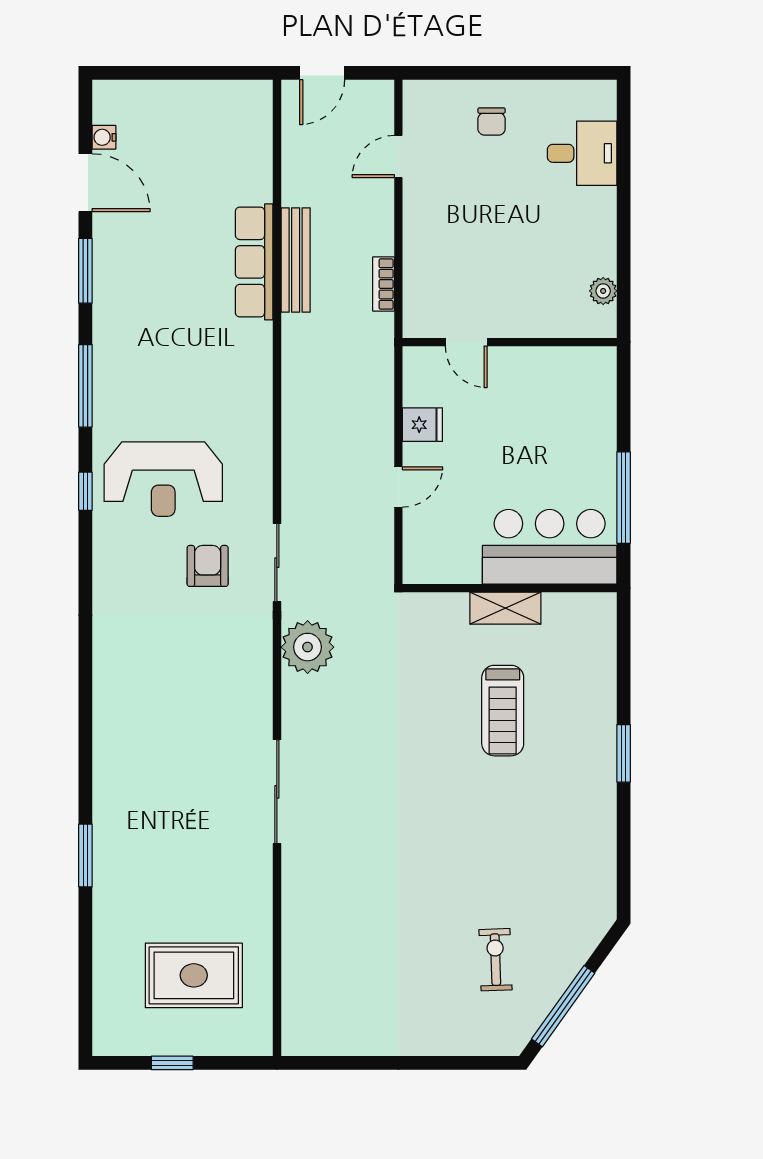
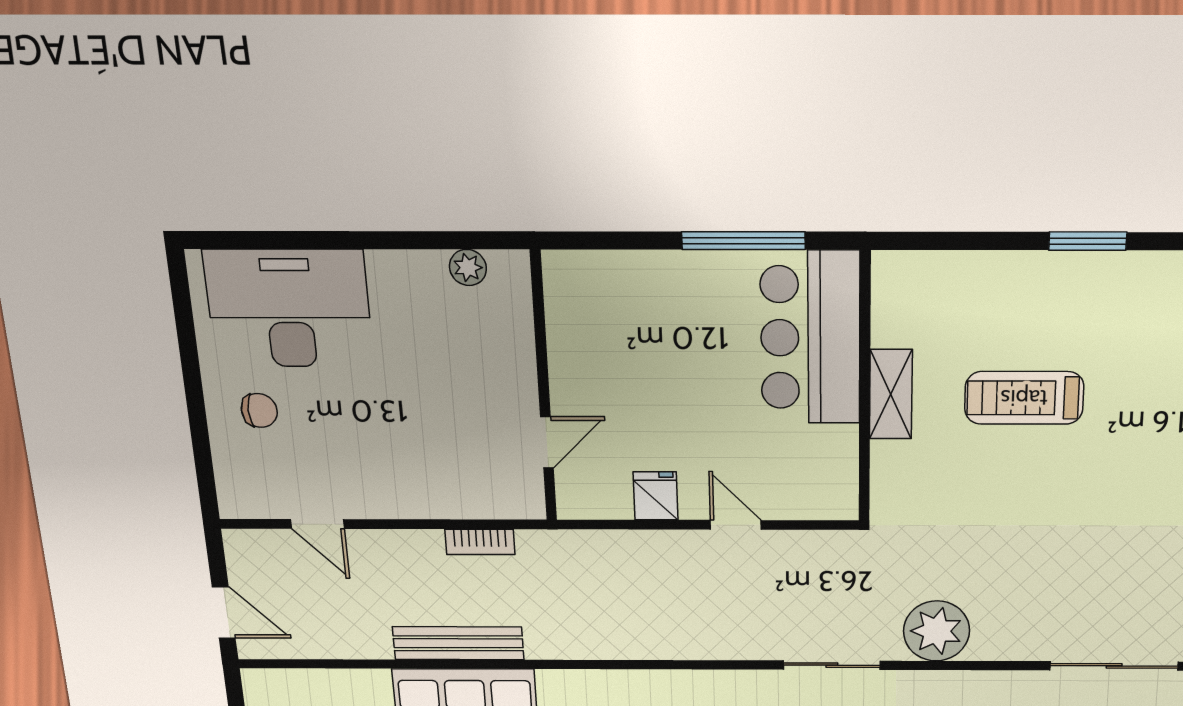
desk: (582, 153) -> (289, 308), width x1.87, depth x1.30
treadmill: (503, 711) -> (1024, 398), turned 180

